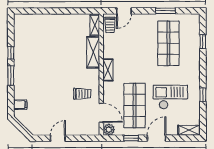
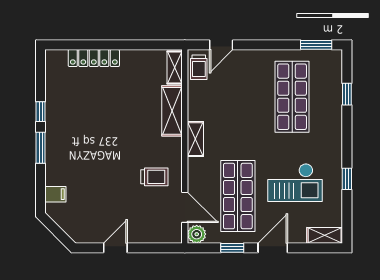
window: (165, 11) -> (316, 45), moved
locker: (44, 19) -> (94, 58), added
checkout: (170, 97) -> (295, 183), turned 180

